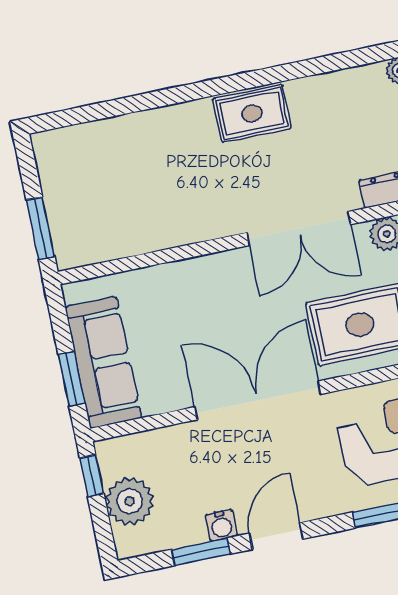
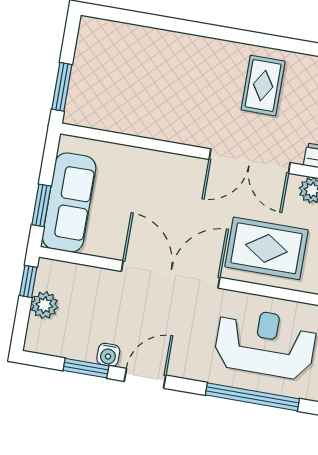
rug: (252, 113) -> (263, 86), moved, turned 90
plant: (130, 501) -> (44, 305), width x0.73, depth x0.73

